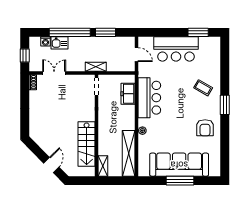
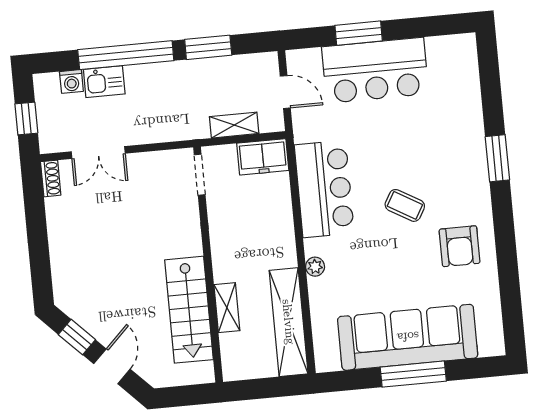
window: (198, 32) -> (359, 33), moved
shelving: (96, 67) -> (234, 125), moved
double door: (54, 73) -> (98, 152), swing flipped
coffee table: (203, 88) -> (405, 205), moved
freezer: (128, 94) -> (263, 157), moved, turned -90
window: (225, 105) -> (497, 158), moved
window: (37, 151) -> (77, 337), added
shelving: (103, 166) -> (227, 308), moved

